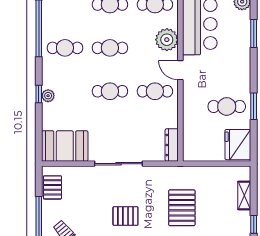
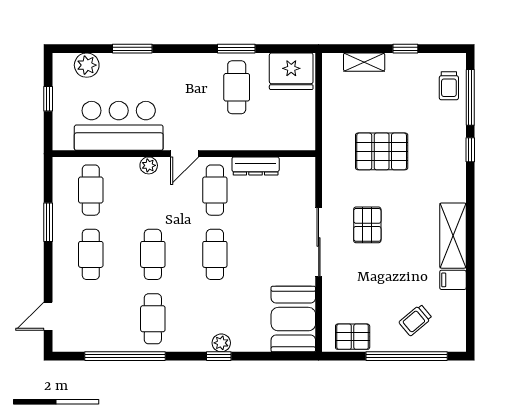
plant: (167, 40) -> (149, 165), width x0.53, depth x0.53
dresser: (172, 145) -> (256, 166), moved
pallet: (125, 216) -> (367, 225), moved

